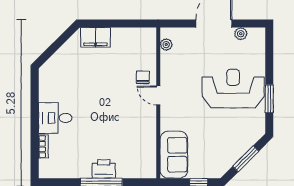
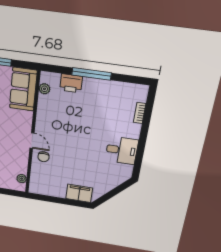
desk: (55, 118) -> (122, 150), moved
plant: (150, 159) -> (44, 89), added
printer: (104, 169) -> (71, 83), moved

